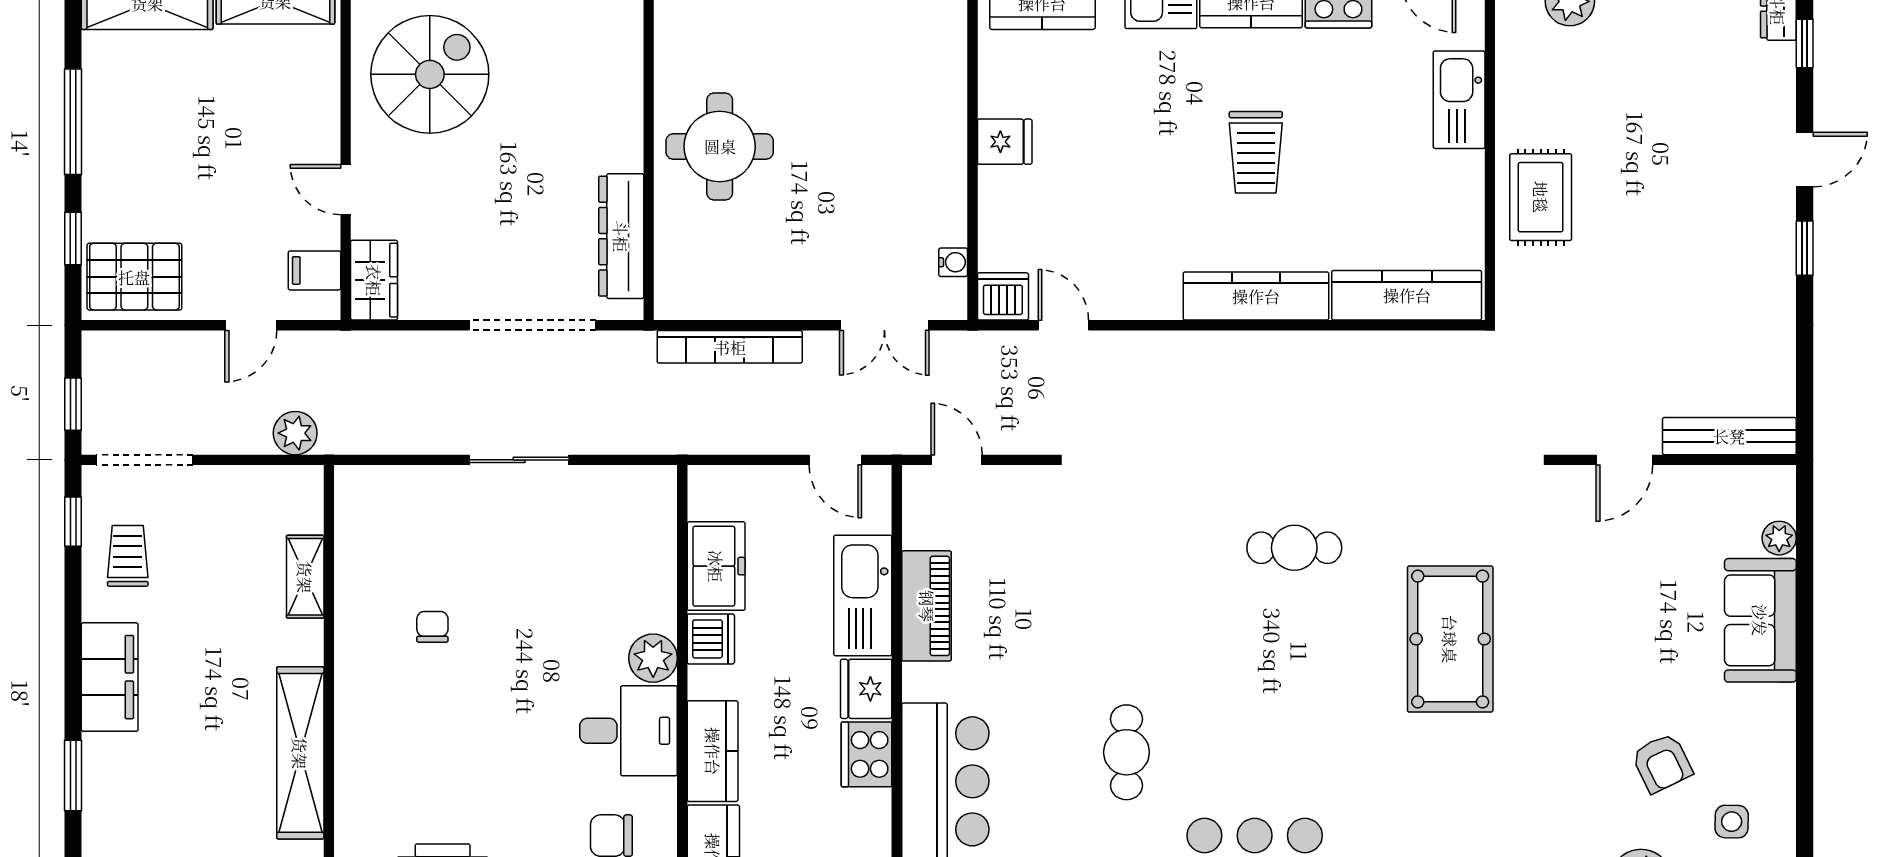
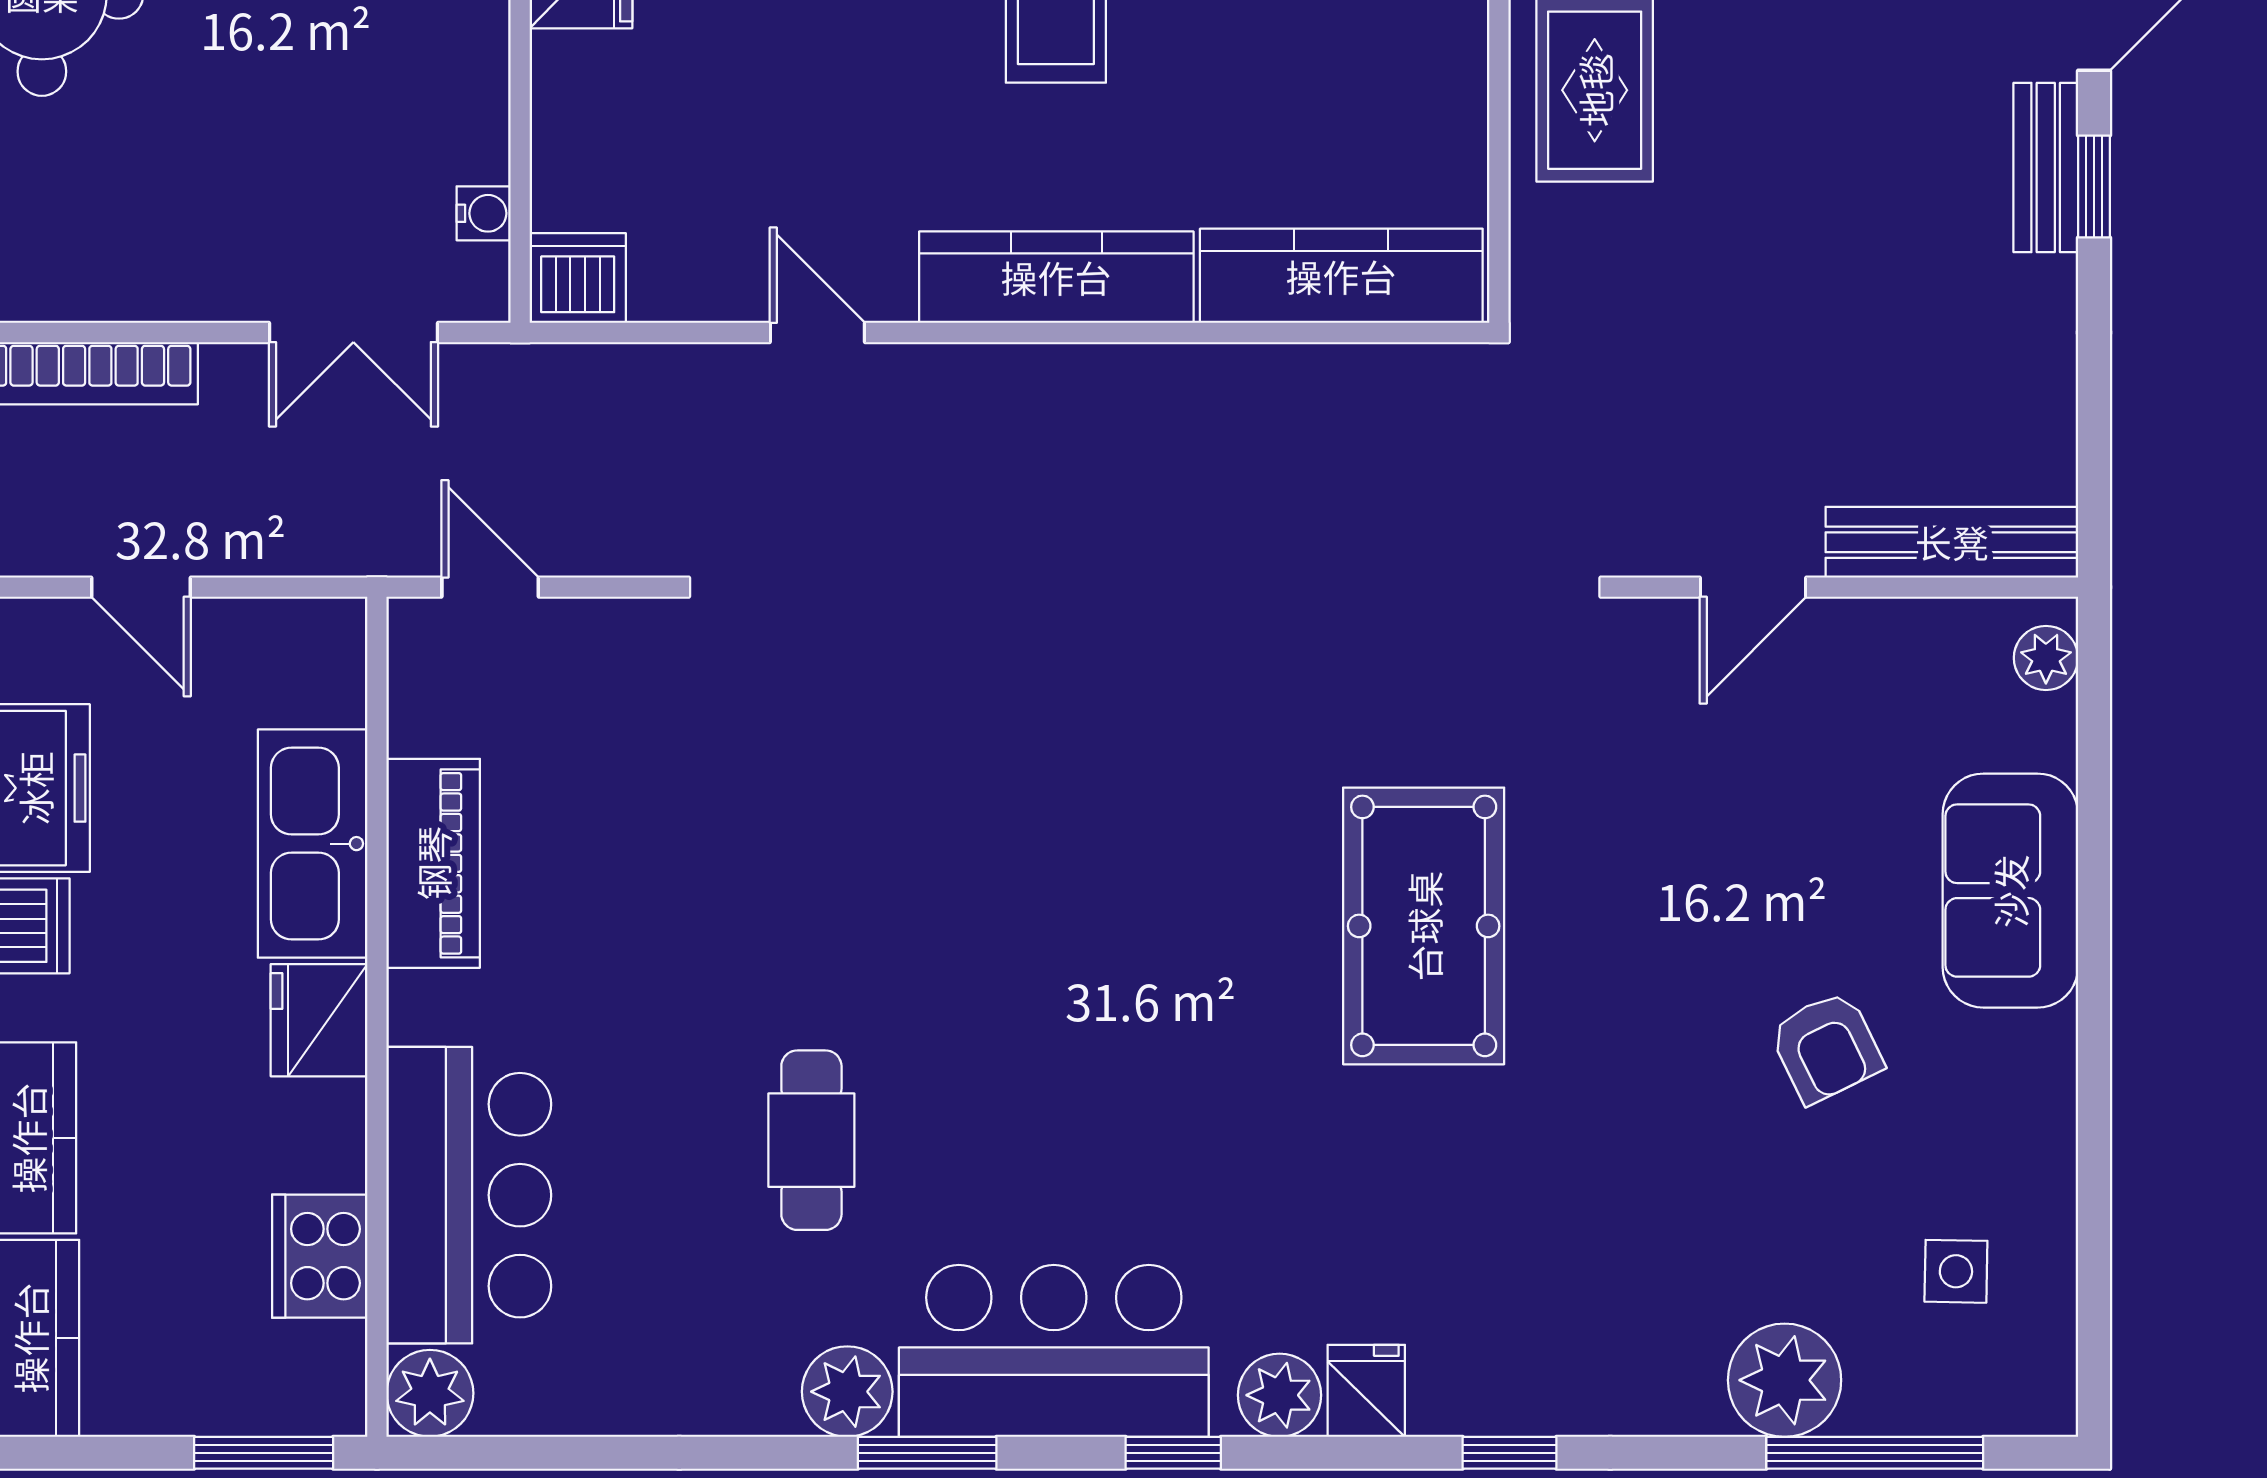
bench: (1779, 238) -> (2046, 168), added
door: (1063, 325) -> (817, 333), moved
door: (835, 460) -> (141, 587), moved
plant: (1779, 538) -> (2046, 658), moved
cafe table: (1294, 548) -> (1129, 753), removed
cooker: (867, 754) -> (320, 1256), moved
armchair: (1662, 763) -> (1826, 1047), moved

